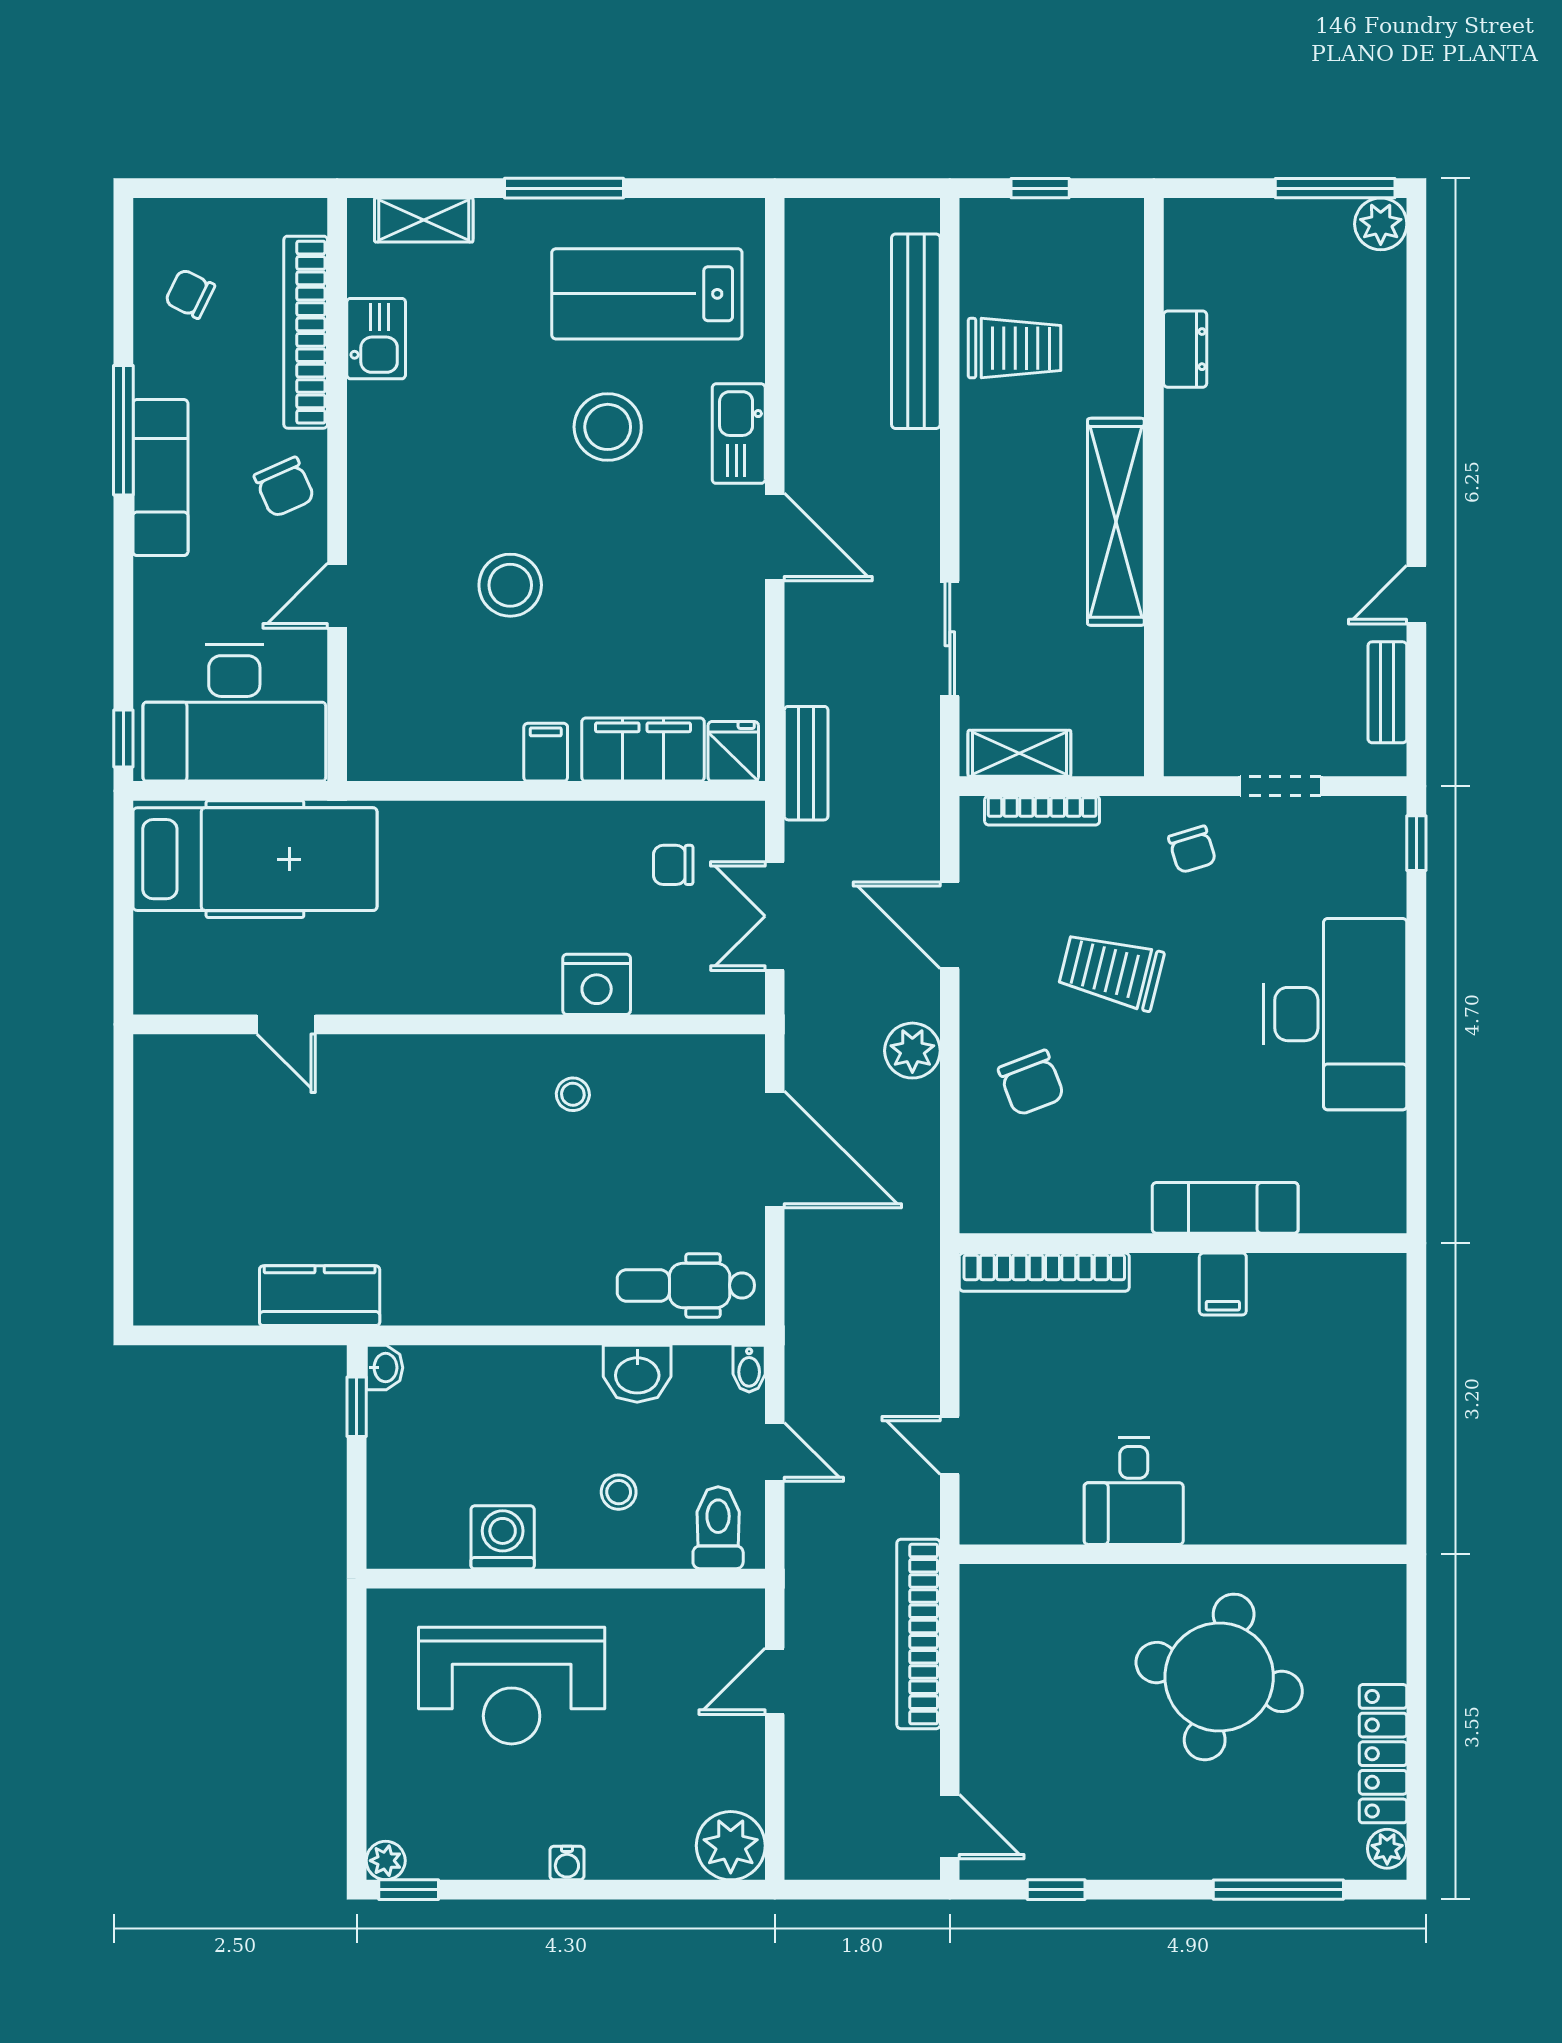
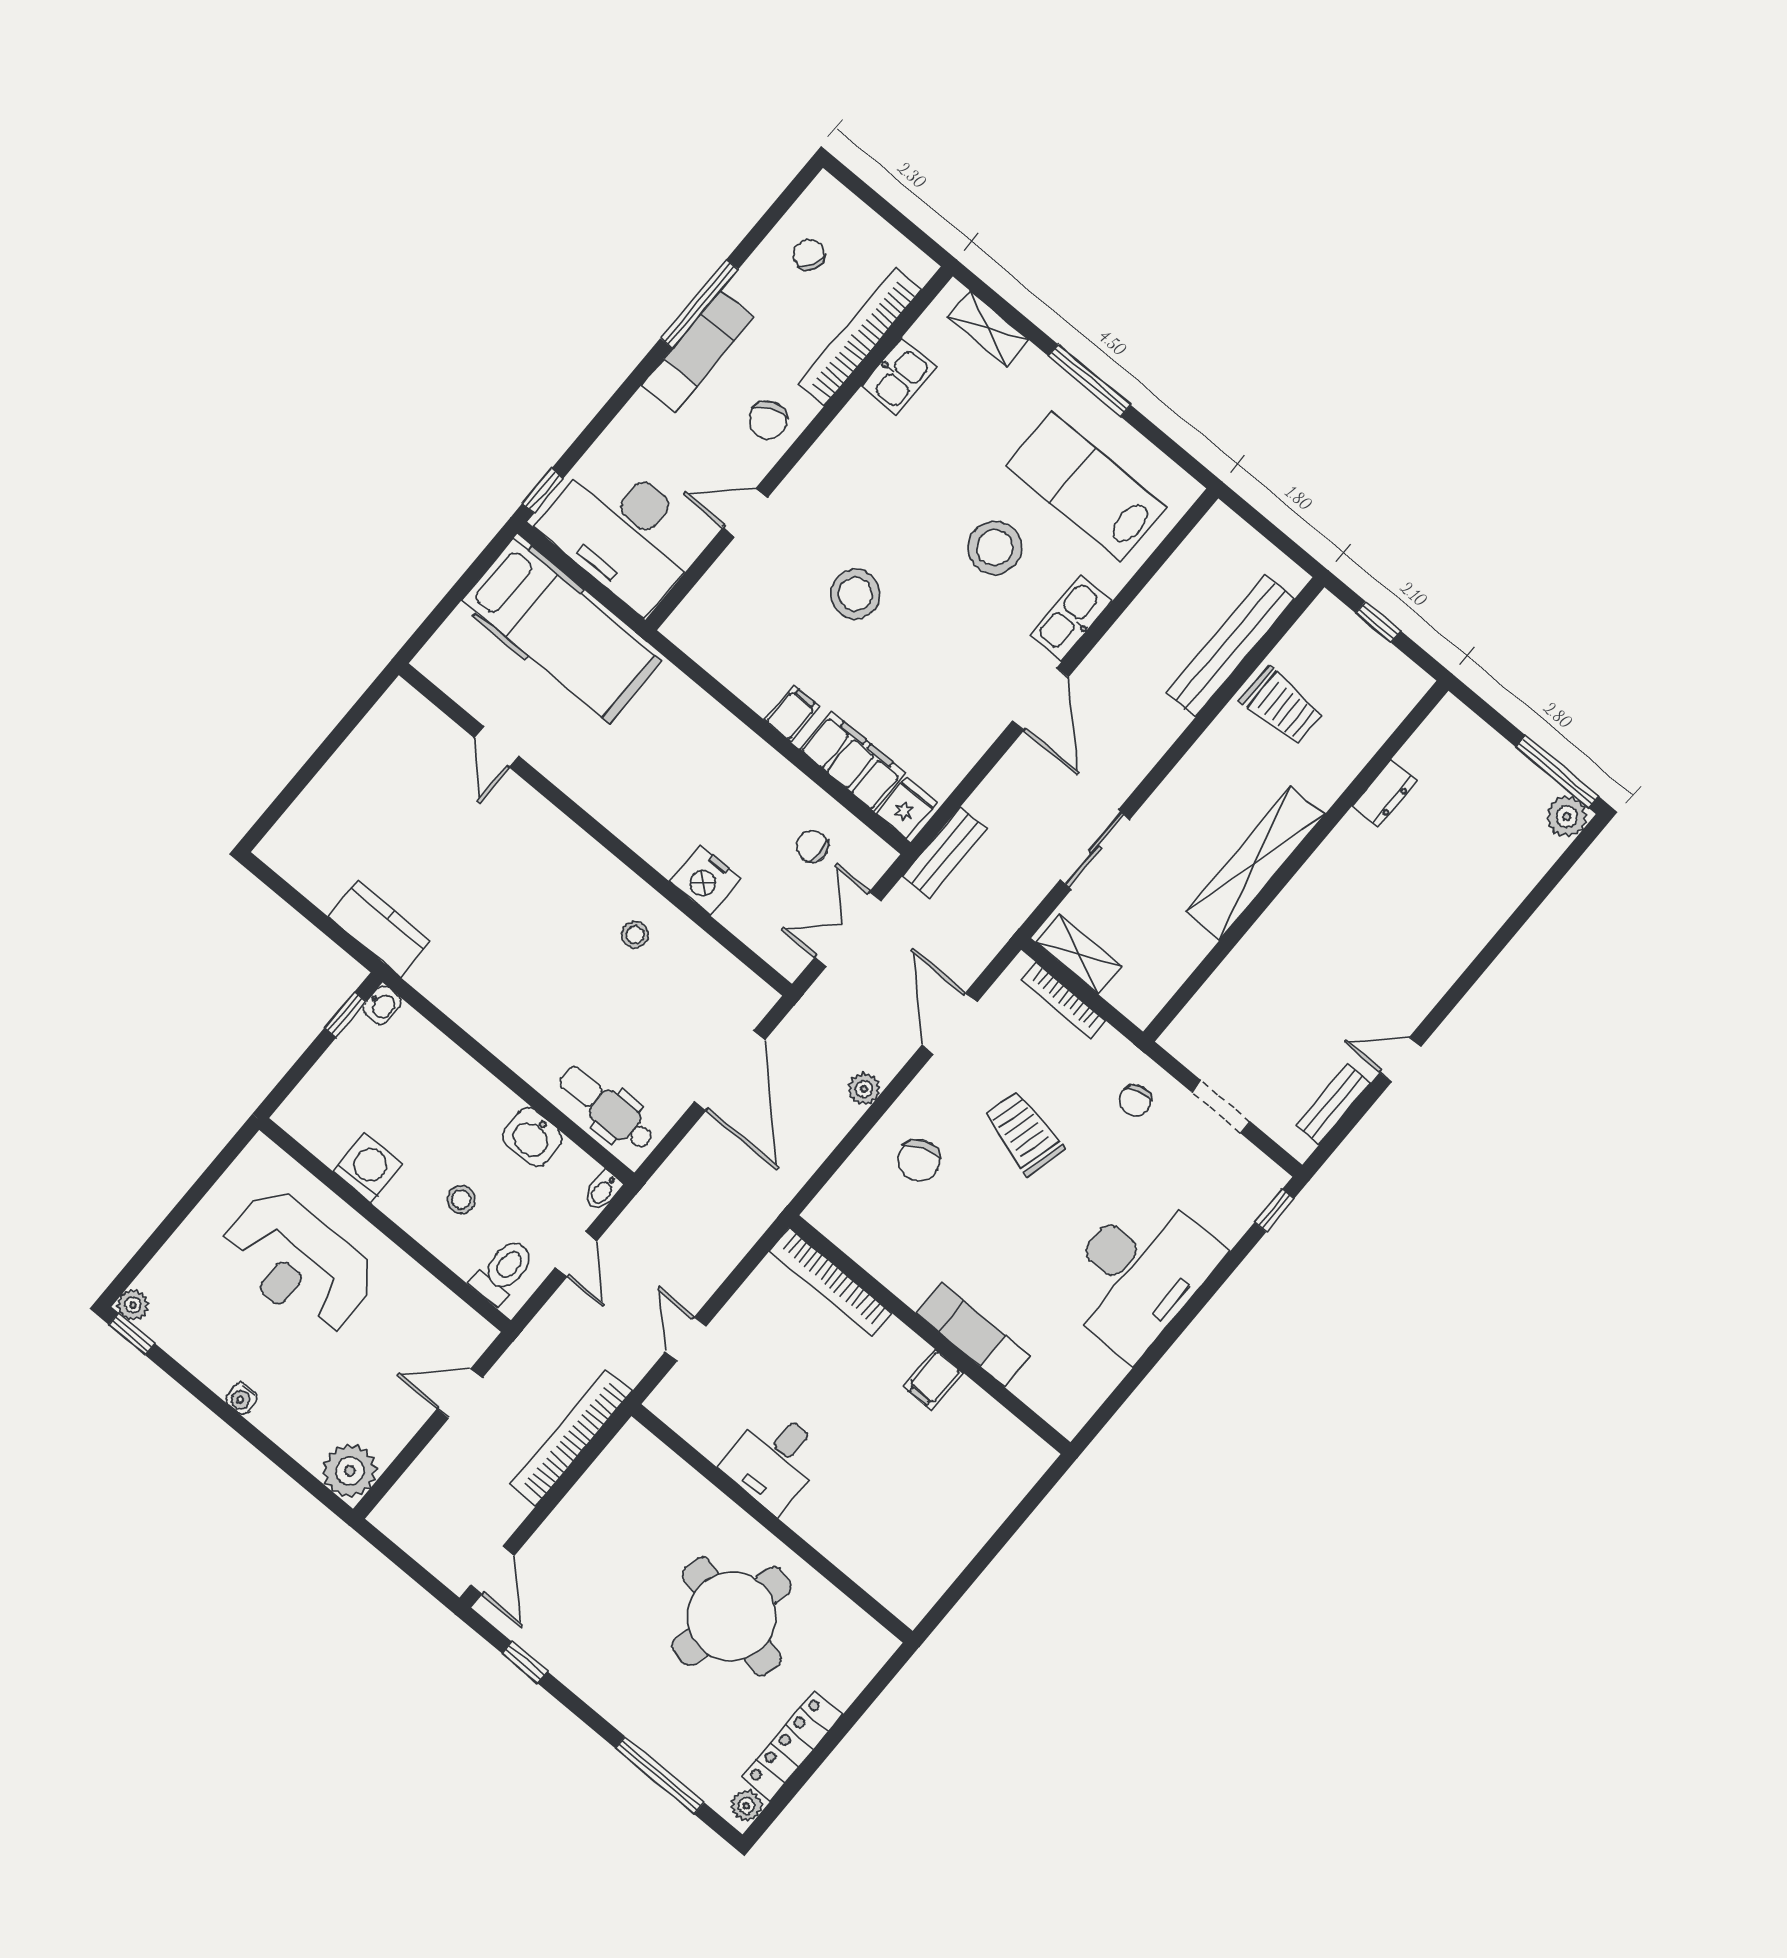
plant: (912, 1051) -> (864, 1089), width x0.73, depth x0.73

